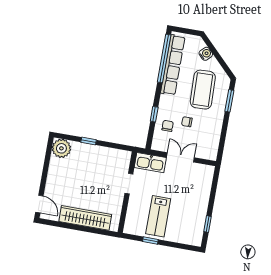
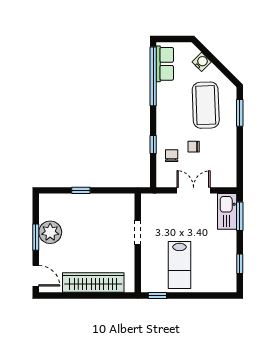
row of seats: (173, 65) -> (165, 64), width x0.50
plant: (61, 148) -> (50, 232), moved
kitchen sink: (150, 163) -> (227, 211), moved, turned 90
window: (45, 173) -> (36, 237), added
window: (214, 185) -> (240, 216), added
window: (150, 240) -> (157, 295), moved

